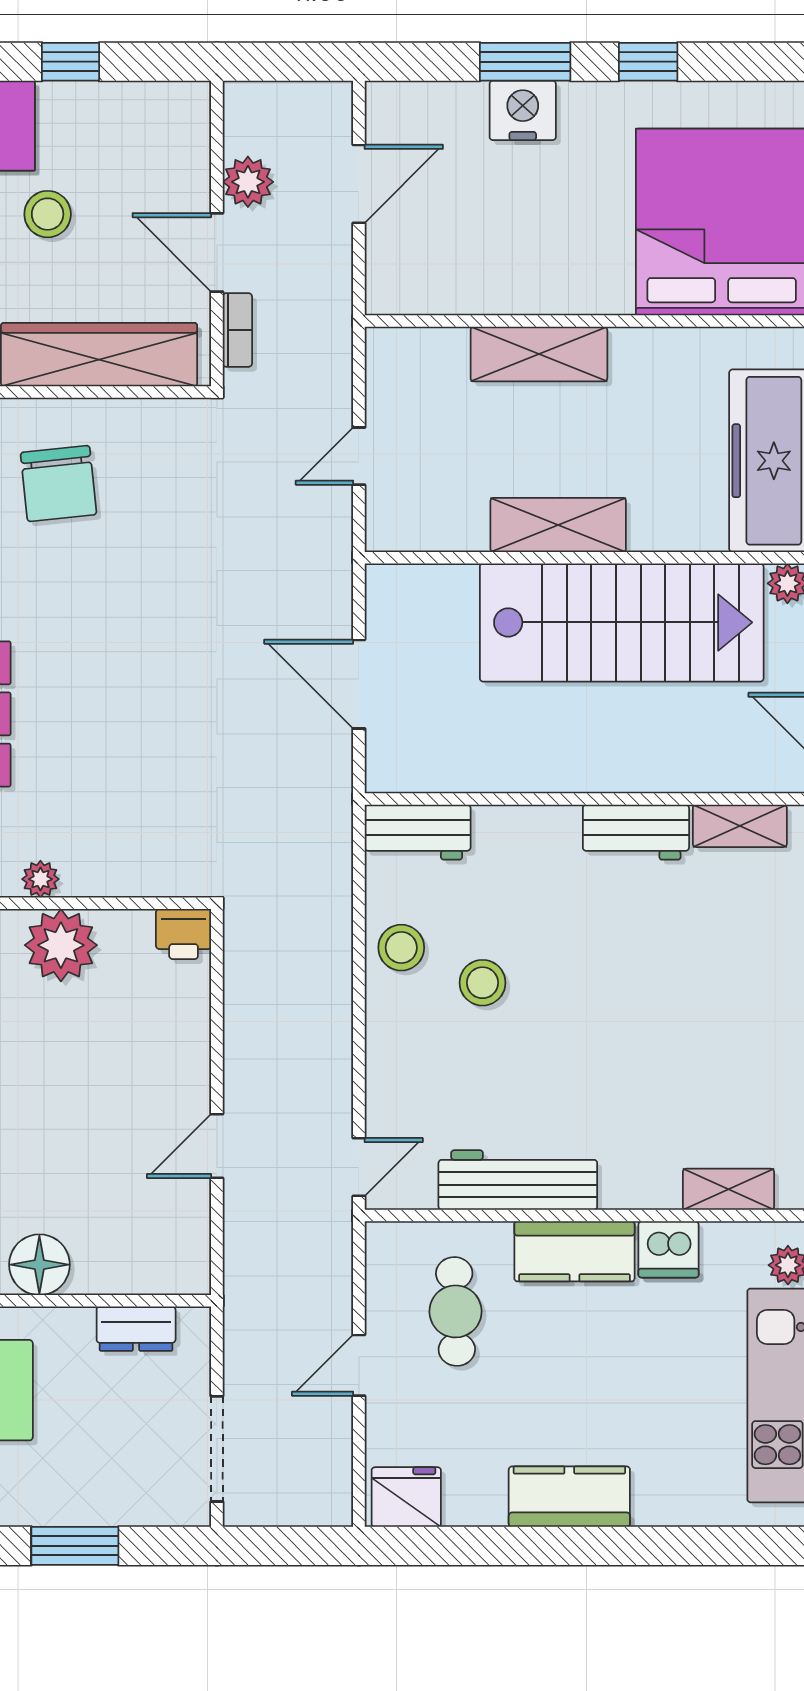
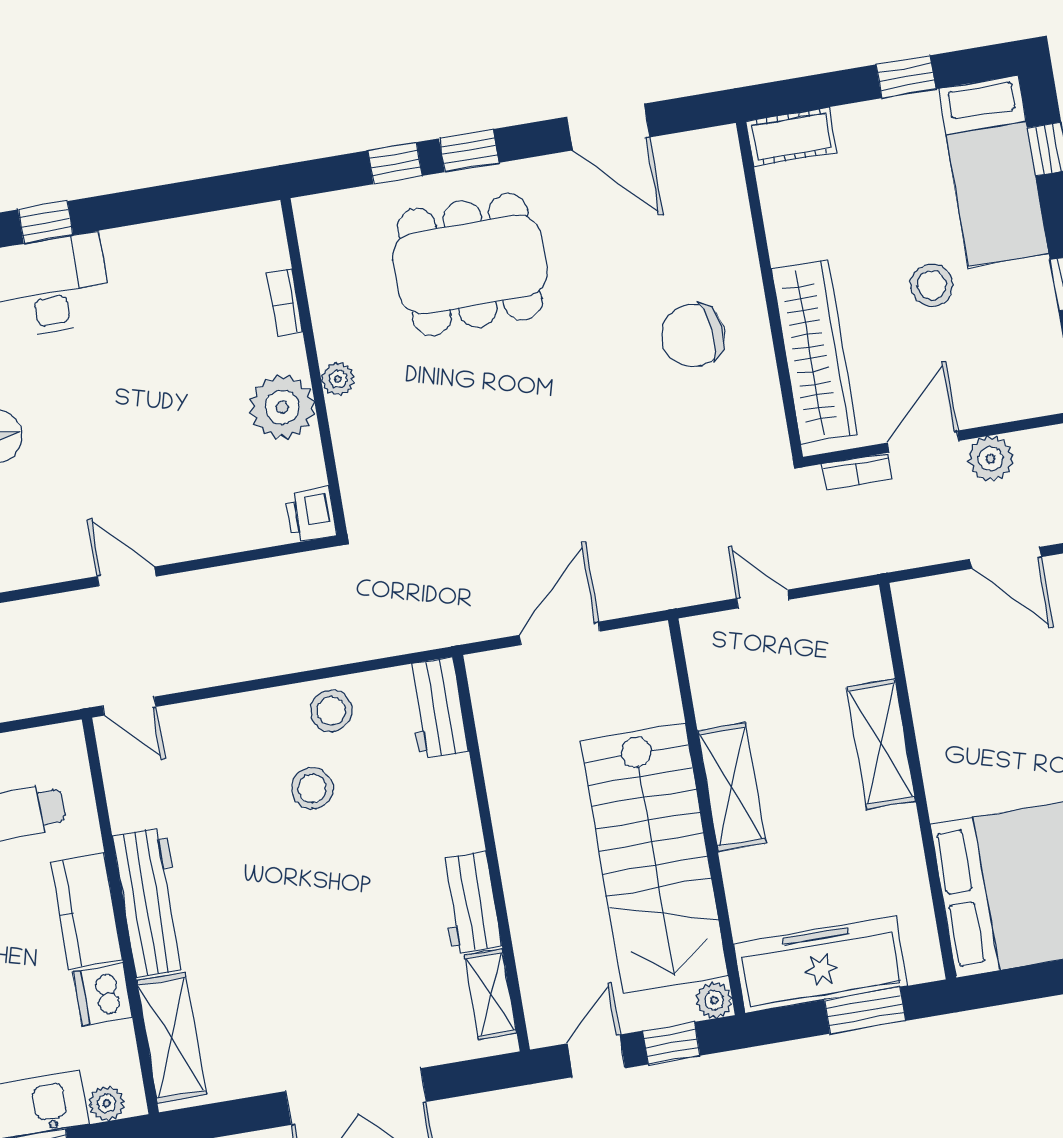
workbench: (518, 1180) -> (151, 902), moved
shelving: (728, 1189) -> (171, 1038), width x1.50, depth x1.33

